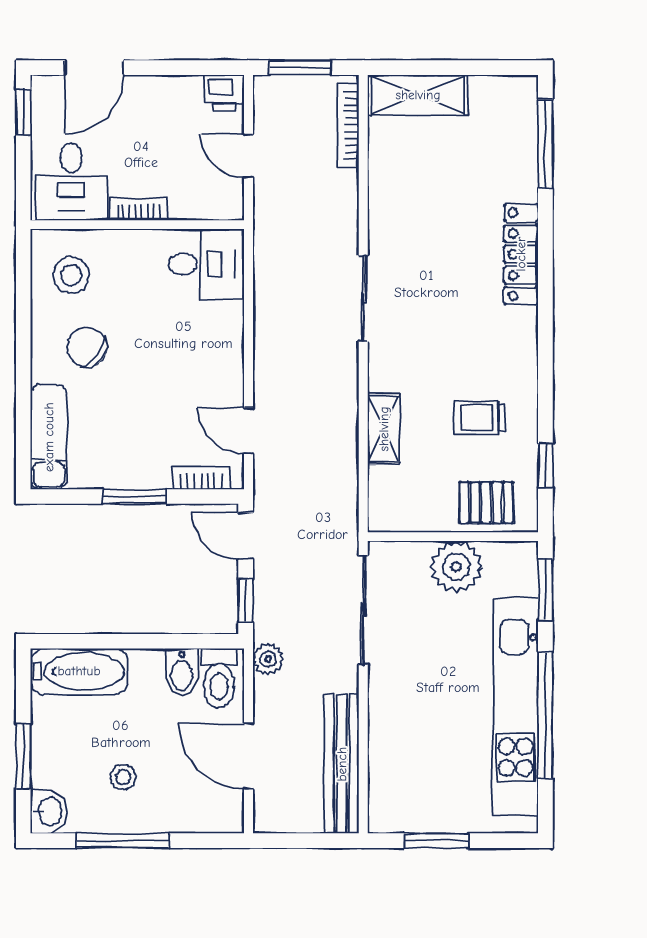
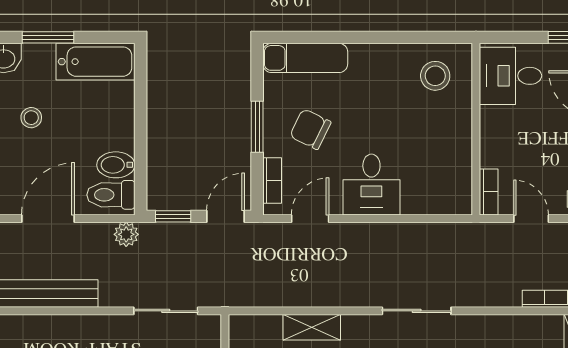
door: (248, 156) -> (531, 219), hinge flipped
bookcase: (139, 209) -> (489, 192), moved
desk: (206, 264) -> (371, 185), moved
chair: (87, 347) -> (310, 129), moved, turned -103
sliding door: (363, 610) -> (166, 311), width x0.73
bathtub: (79, 671) -> (96, 62), moved, turned -90

